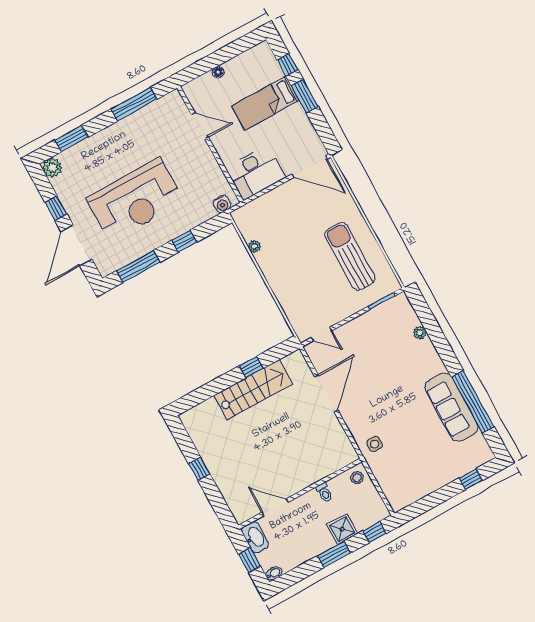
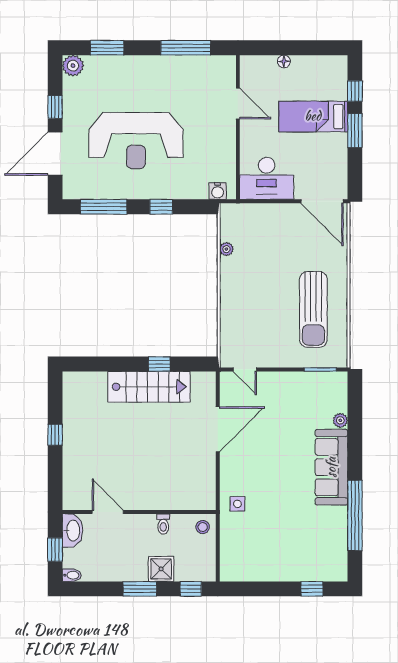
sun lounger: (350, 256) -> (313, 309), turned 180
sofa: (451, 407) -> (331, 467), moved

